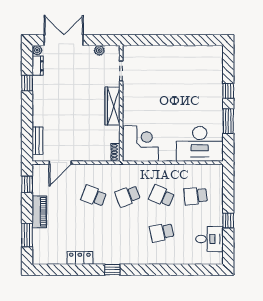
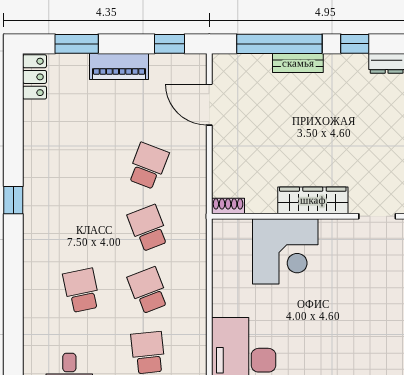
window: (27, 124) -> (279, 44), added
bench: (37, 141) -> (298, 63), moved
corner desk: (140, 143) -> (285, 251), moved
school desk: (162, 196) -> (148, 290), turned -45
locker: (80, 258) -> (35, 77), moved

